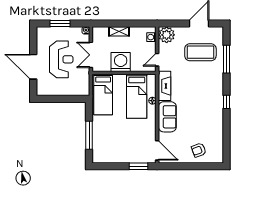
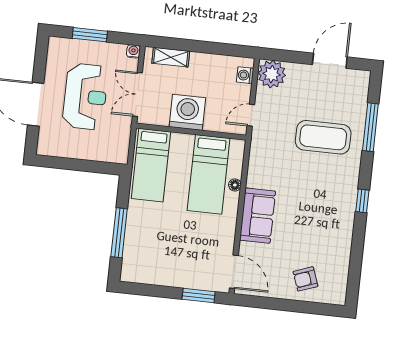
shelving: (119, 31) -> (171, 57), moved
coffee table: (200, 52) -> (323, 137), moved
fireplace: (165, 86) -> (259, 162), removed

